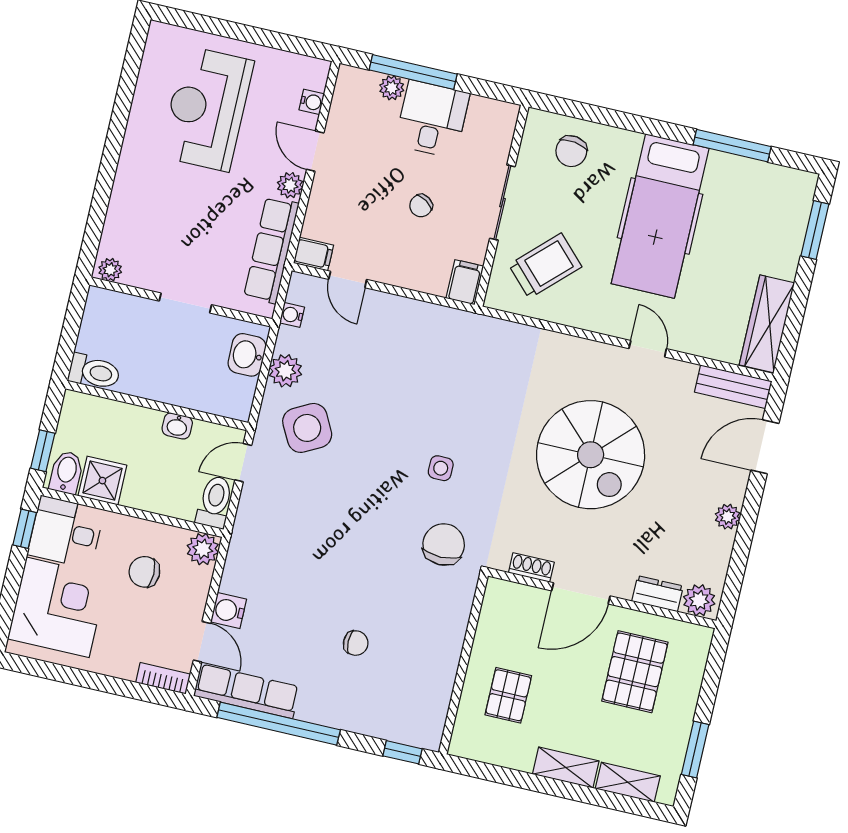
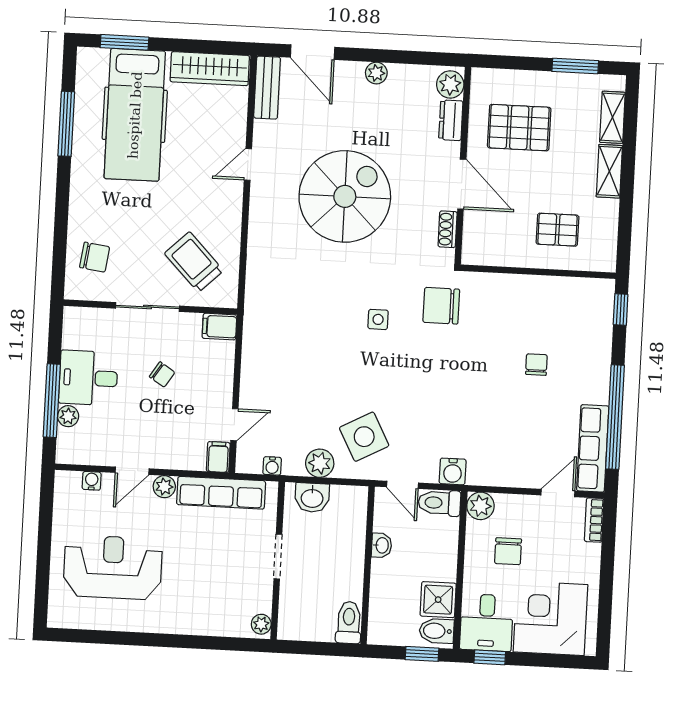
reception desk: (207, 109) -> (113, 567), turned 180
hospital bed: (660, 216) -> (135, 115), moved, turned 90
water cooler: (229, 611) -> (453, 471), moved

